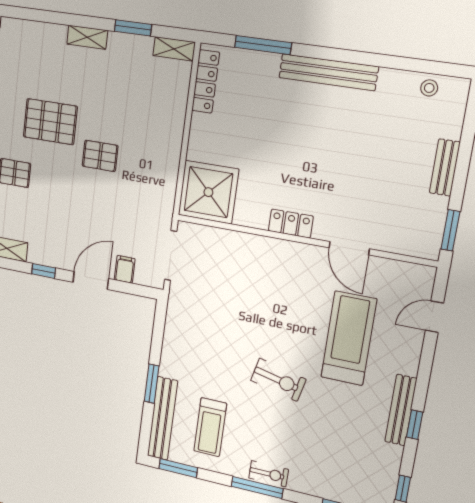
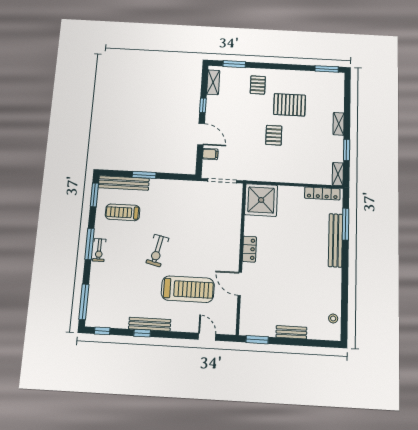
bench: (328, 72) -> (336, 240), moved
pallet: (50, 122) -> (289, 105), turned 90
door: (349, 248) -> (240, 284), hinge flipped

